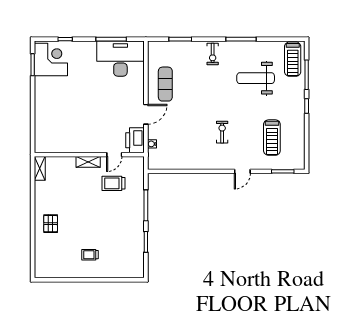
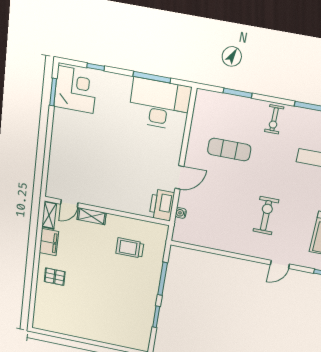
exercise mat: (165, 84) -> (229, 150), moved, turned 90
exercise bike: (222, 132) -> (266, 216), width x1.38, depth x1.39
door: (114, 155) -> (69, 204), moved
shelving: (88, 162) -> (92, 216), moved
filing cabinet: (42, 193) -> (49, 242), added
pallet: (51, 224) -> (55, 277), turned 90
trolley: (90, 255) -> (93, 317), removed

